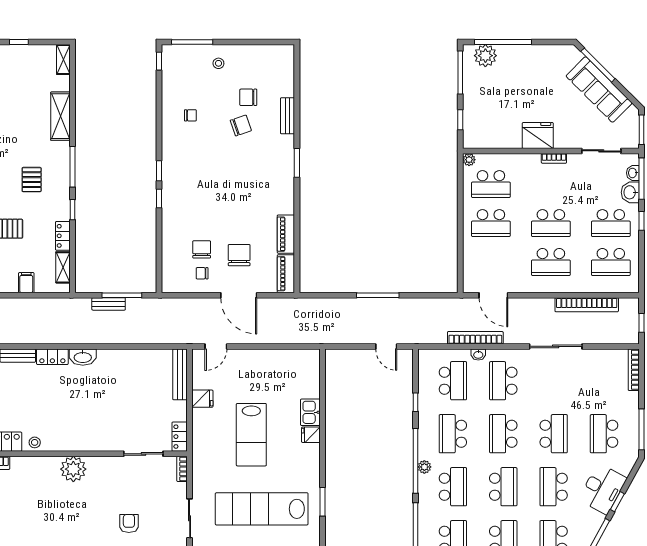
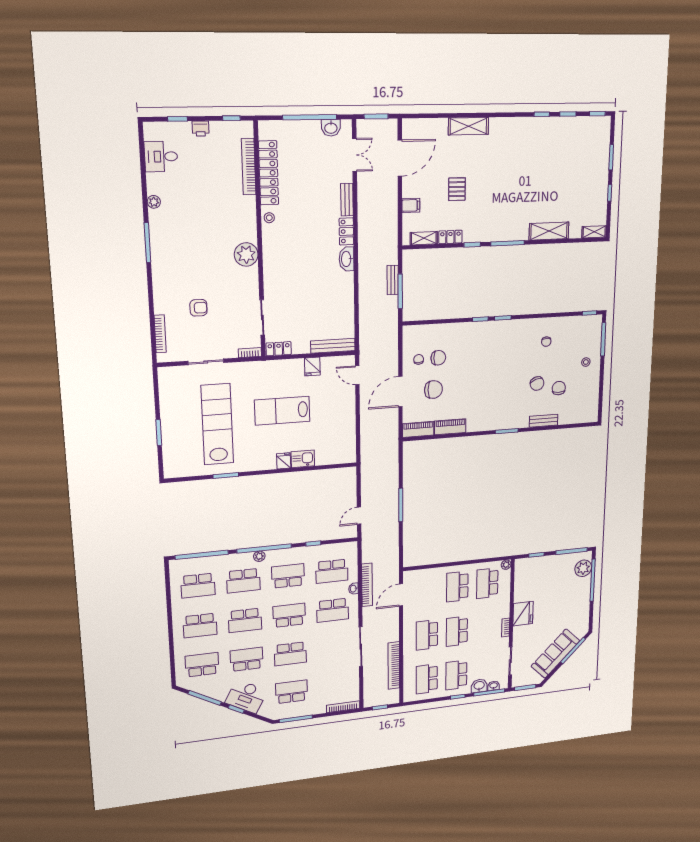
pallet: (32, 180) -> (498, 207), removed
school desk: (503, 381) -> (333, 610), turned 180

